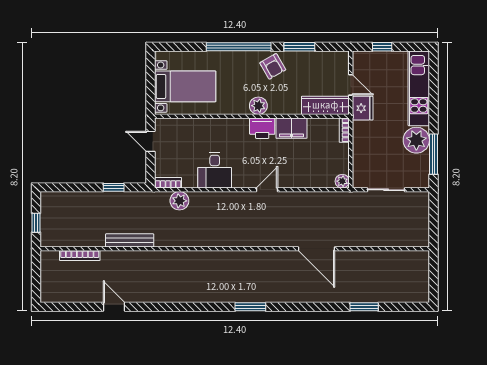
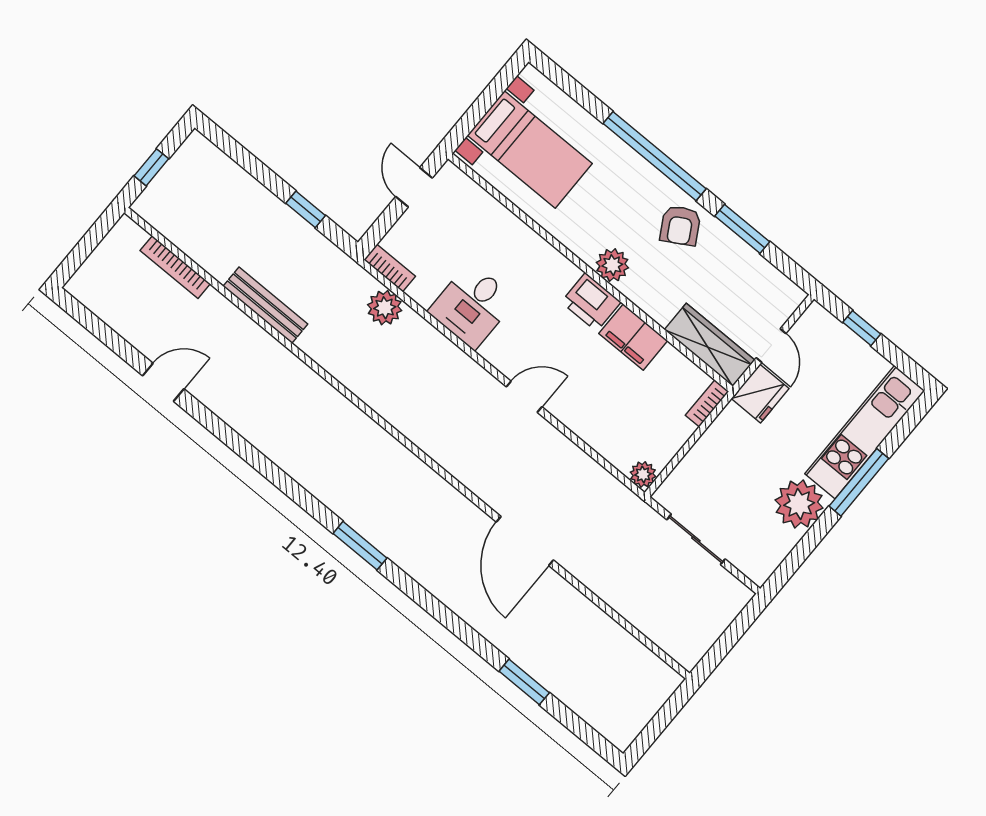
window: (433, 154) -> (859, 482), moved
door: (114, 307) -> (163, 382), hinge flipped

